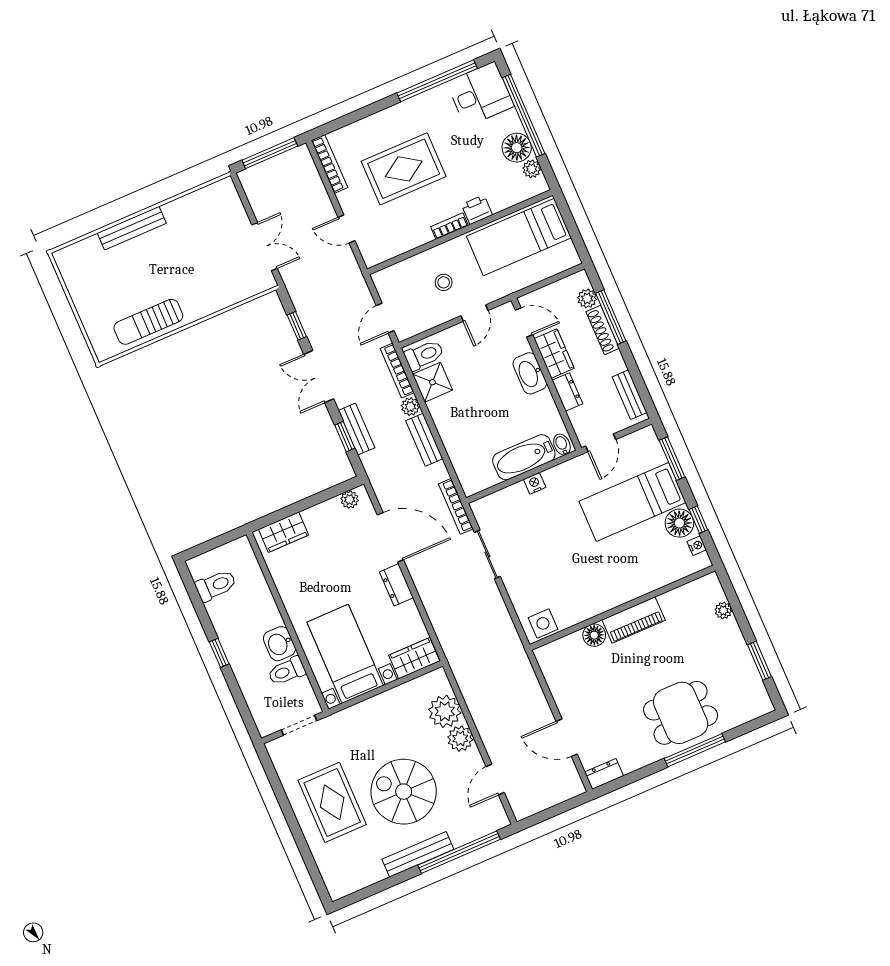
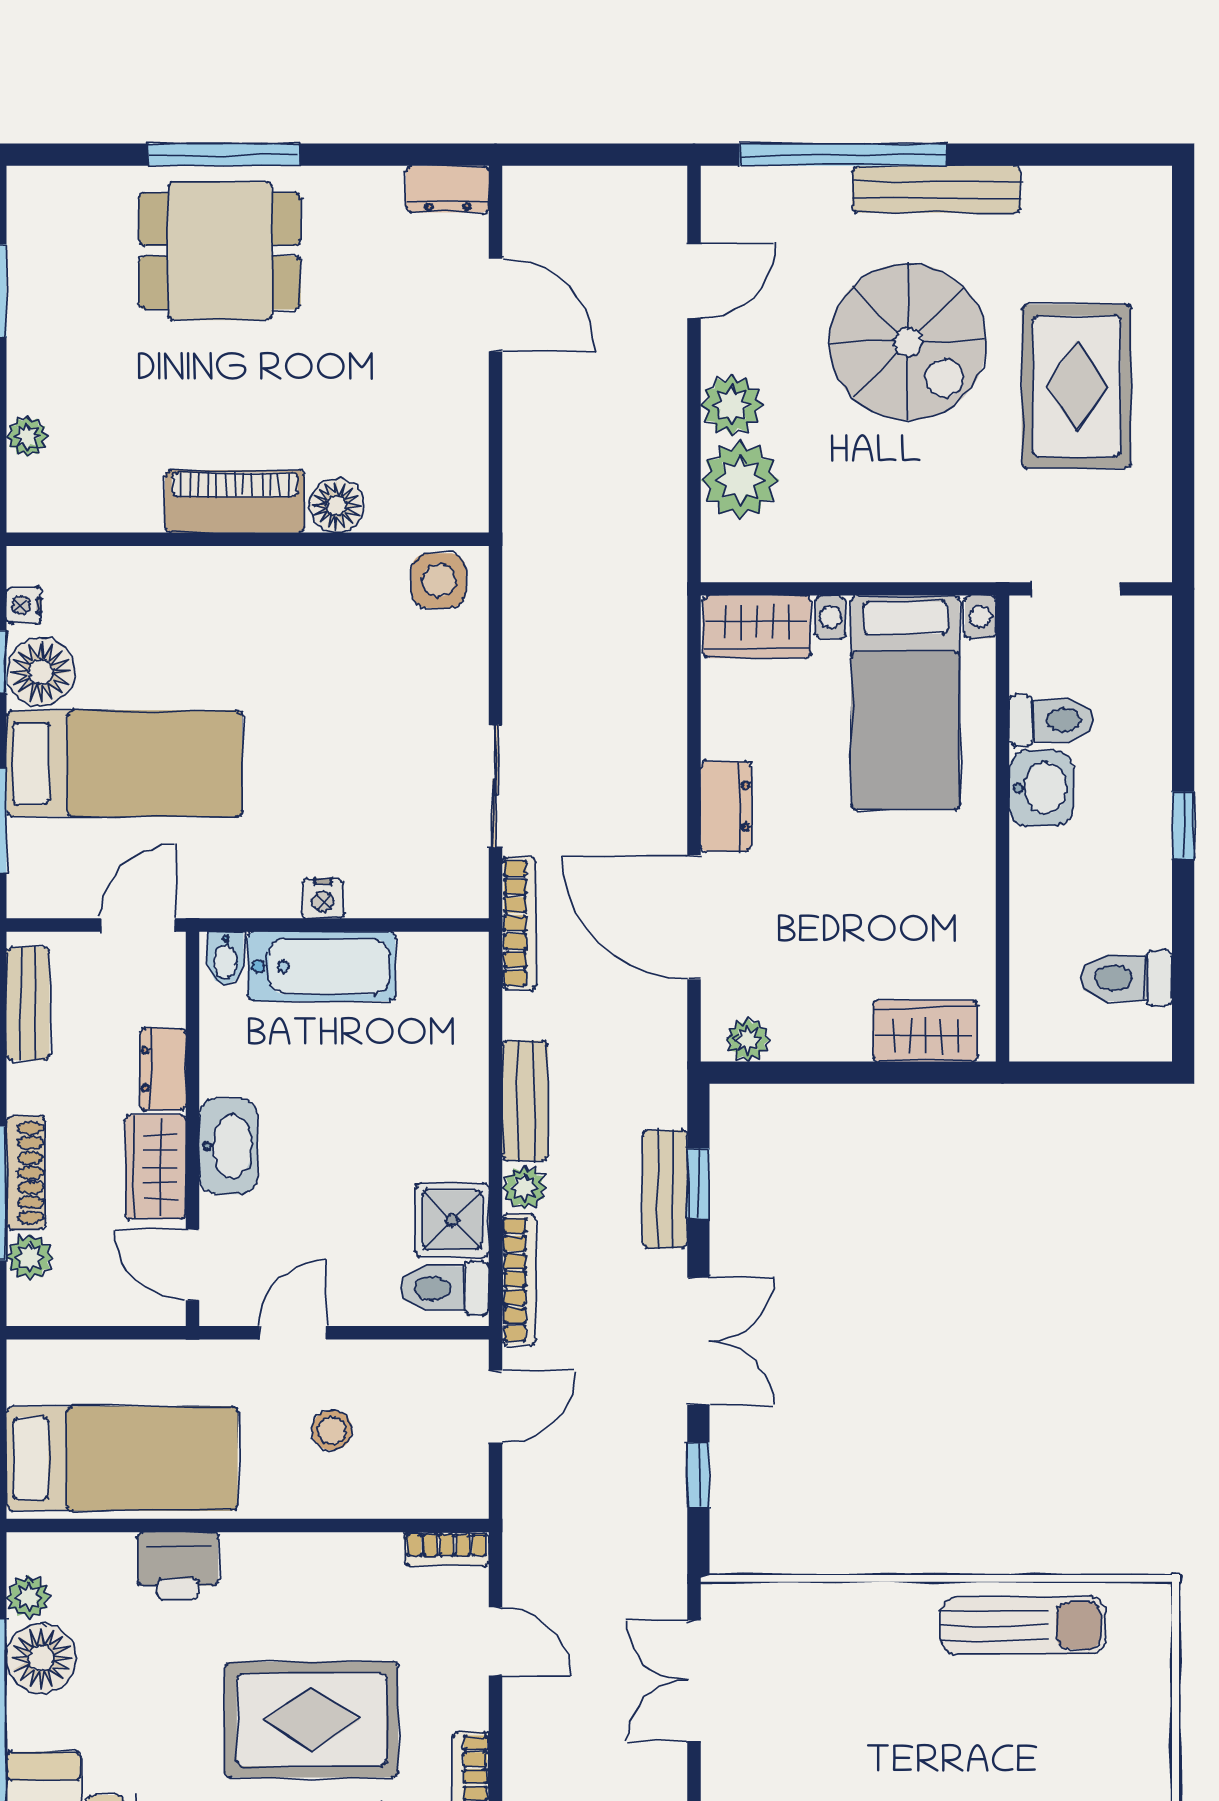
printer: (477, 210) -> (178, 1566), width x1.36, depth x1.24
bookcase: (450, 226) -> (447, 1549), moved

